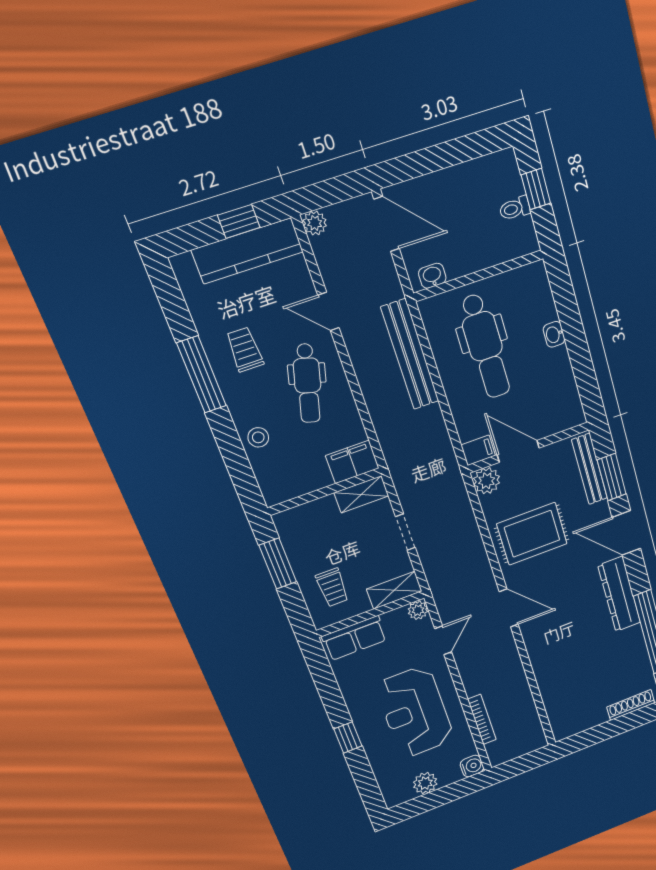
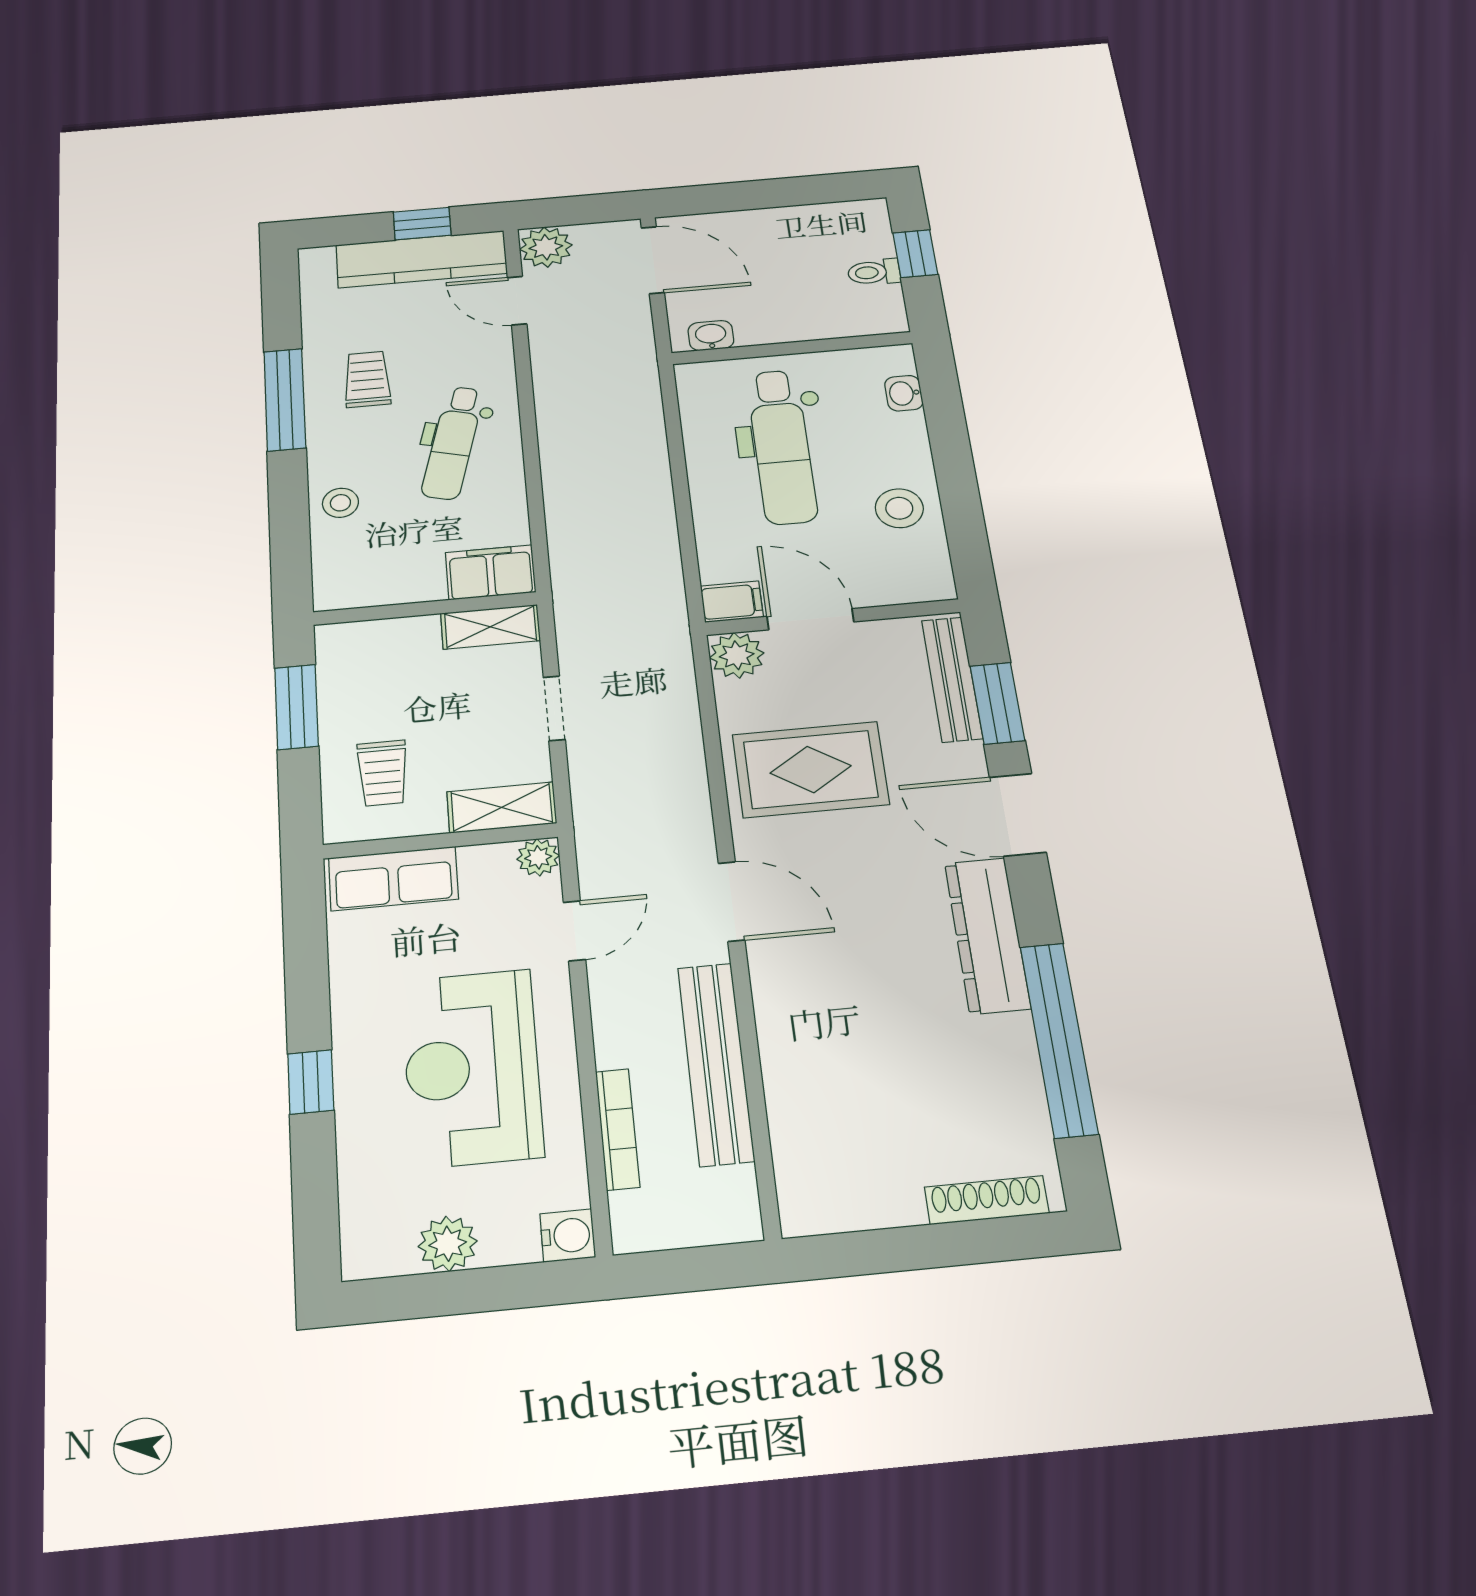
plant: (315, 223) -> (546, 247), width x1.38, depth x1.38
door: (328, 311) -> (517, 301), moved
washbasin: (554, 334) -> (904, 393), moved
bench: (410, 355) -> (716, 1063), moved
stool: (552, 373) -> (899, 508), added

